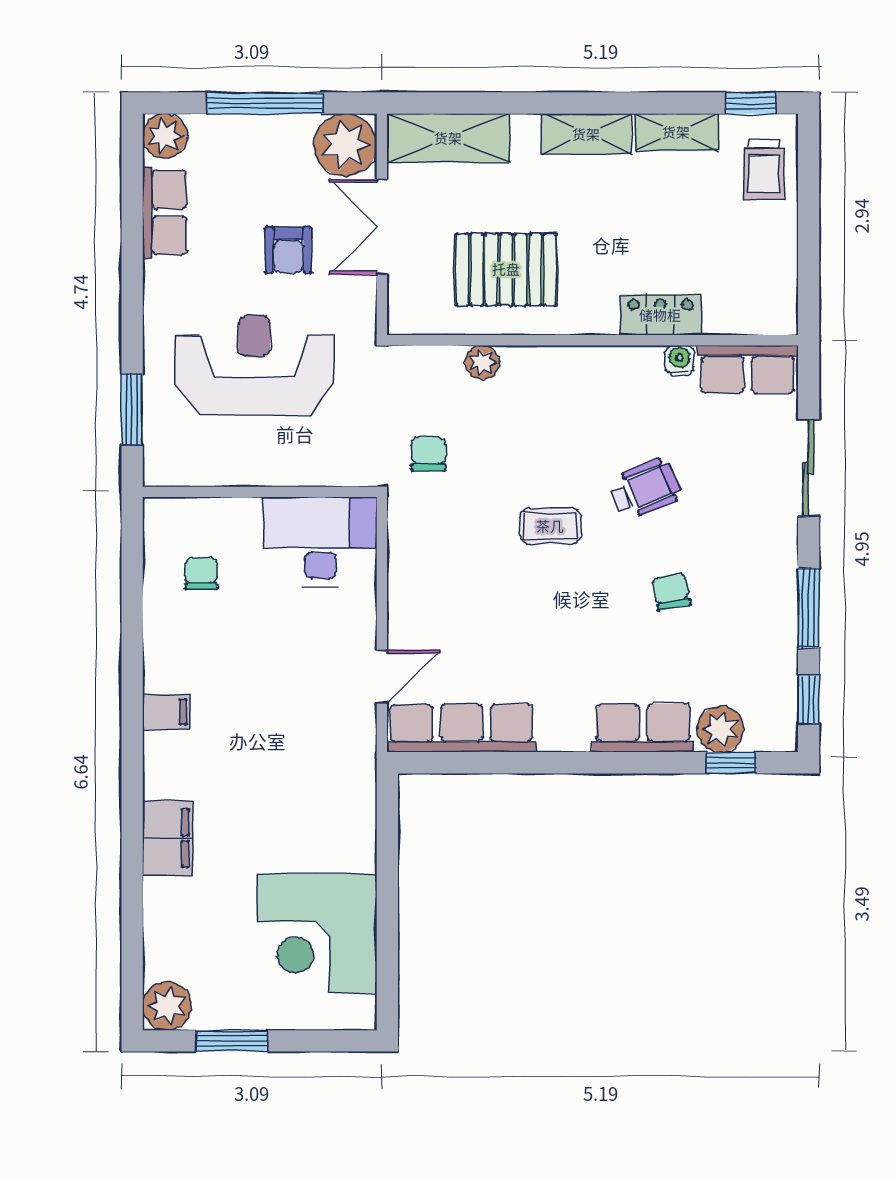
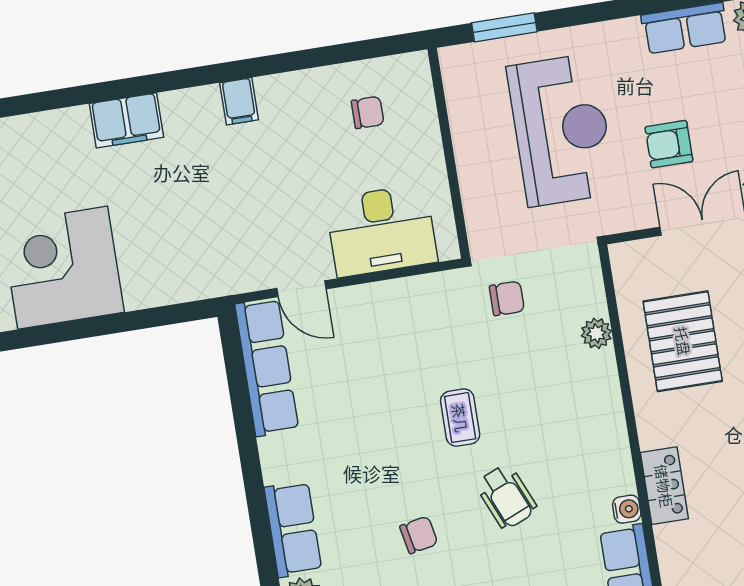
desk: (320, 541) -> (381, 231), moved, turned 90

